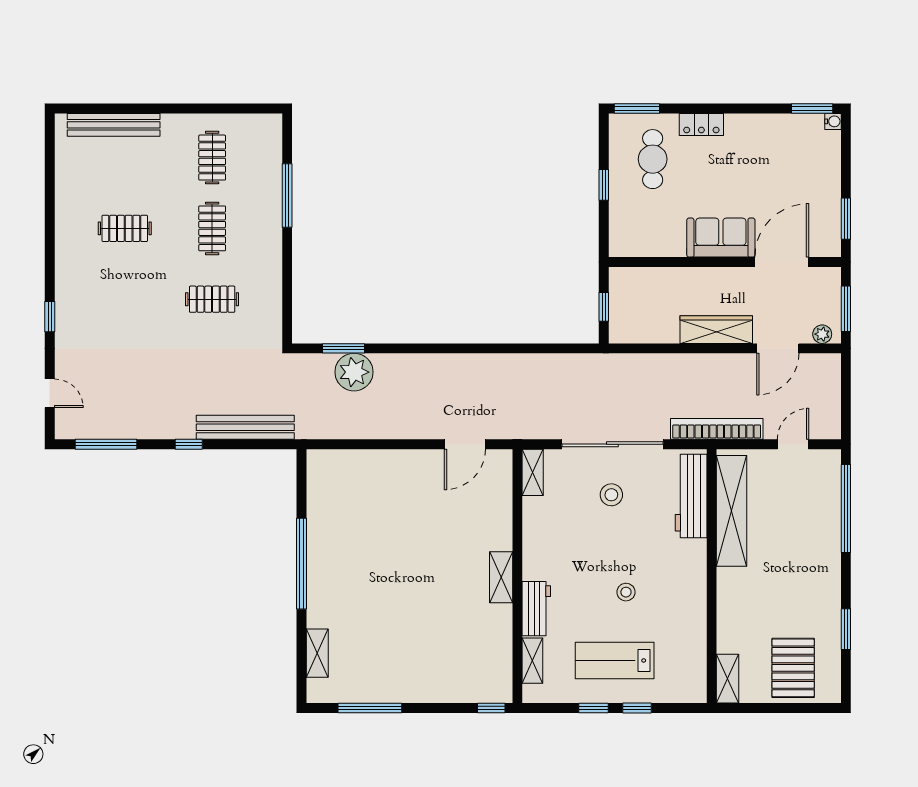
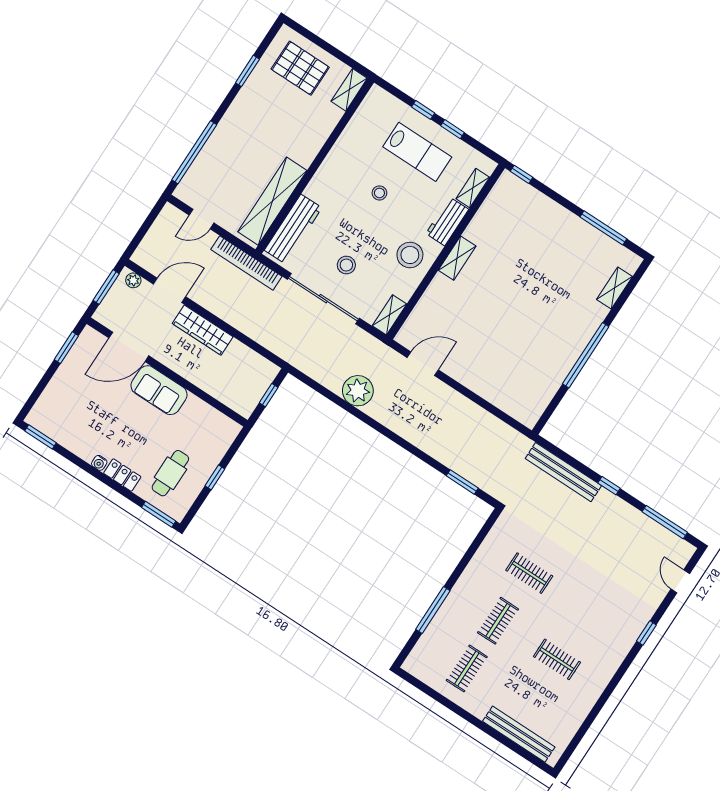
water cooler: (833, 121) -> (99, 463), moved, turned -90
plant: (354, 372) -> (358, 391), moved
stool: (552, 548) -> (410, 255), added
pallet: (793, 668) -> (300, 68), turned 90

